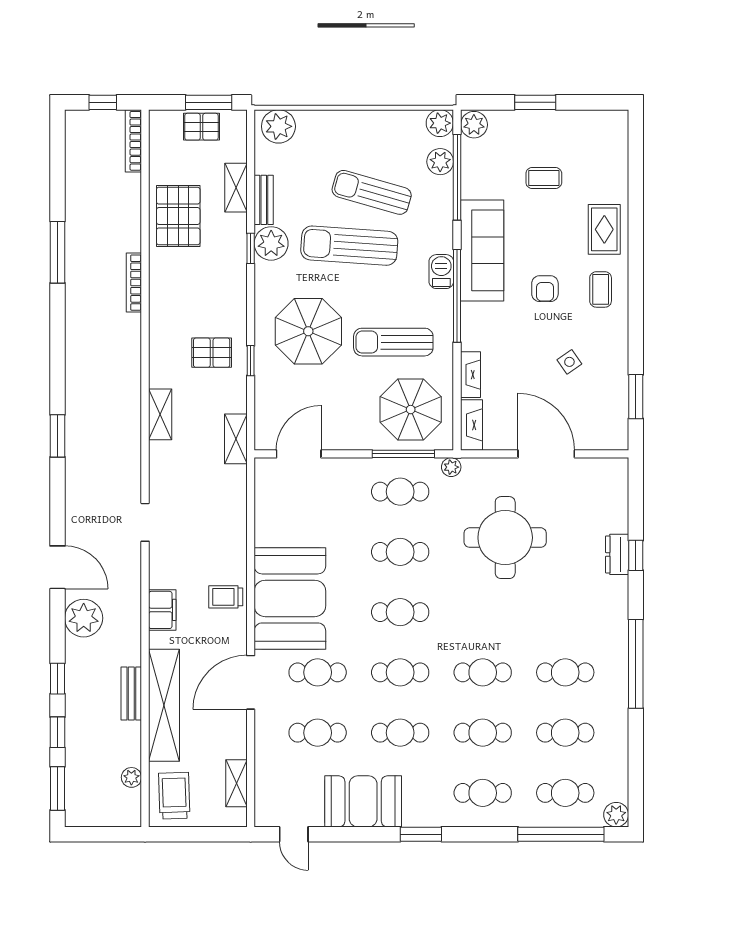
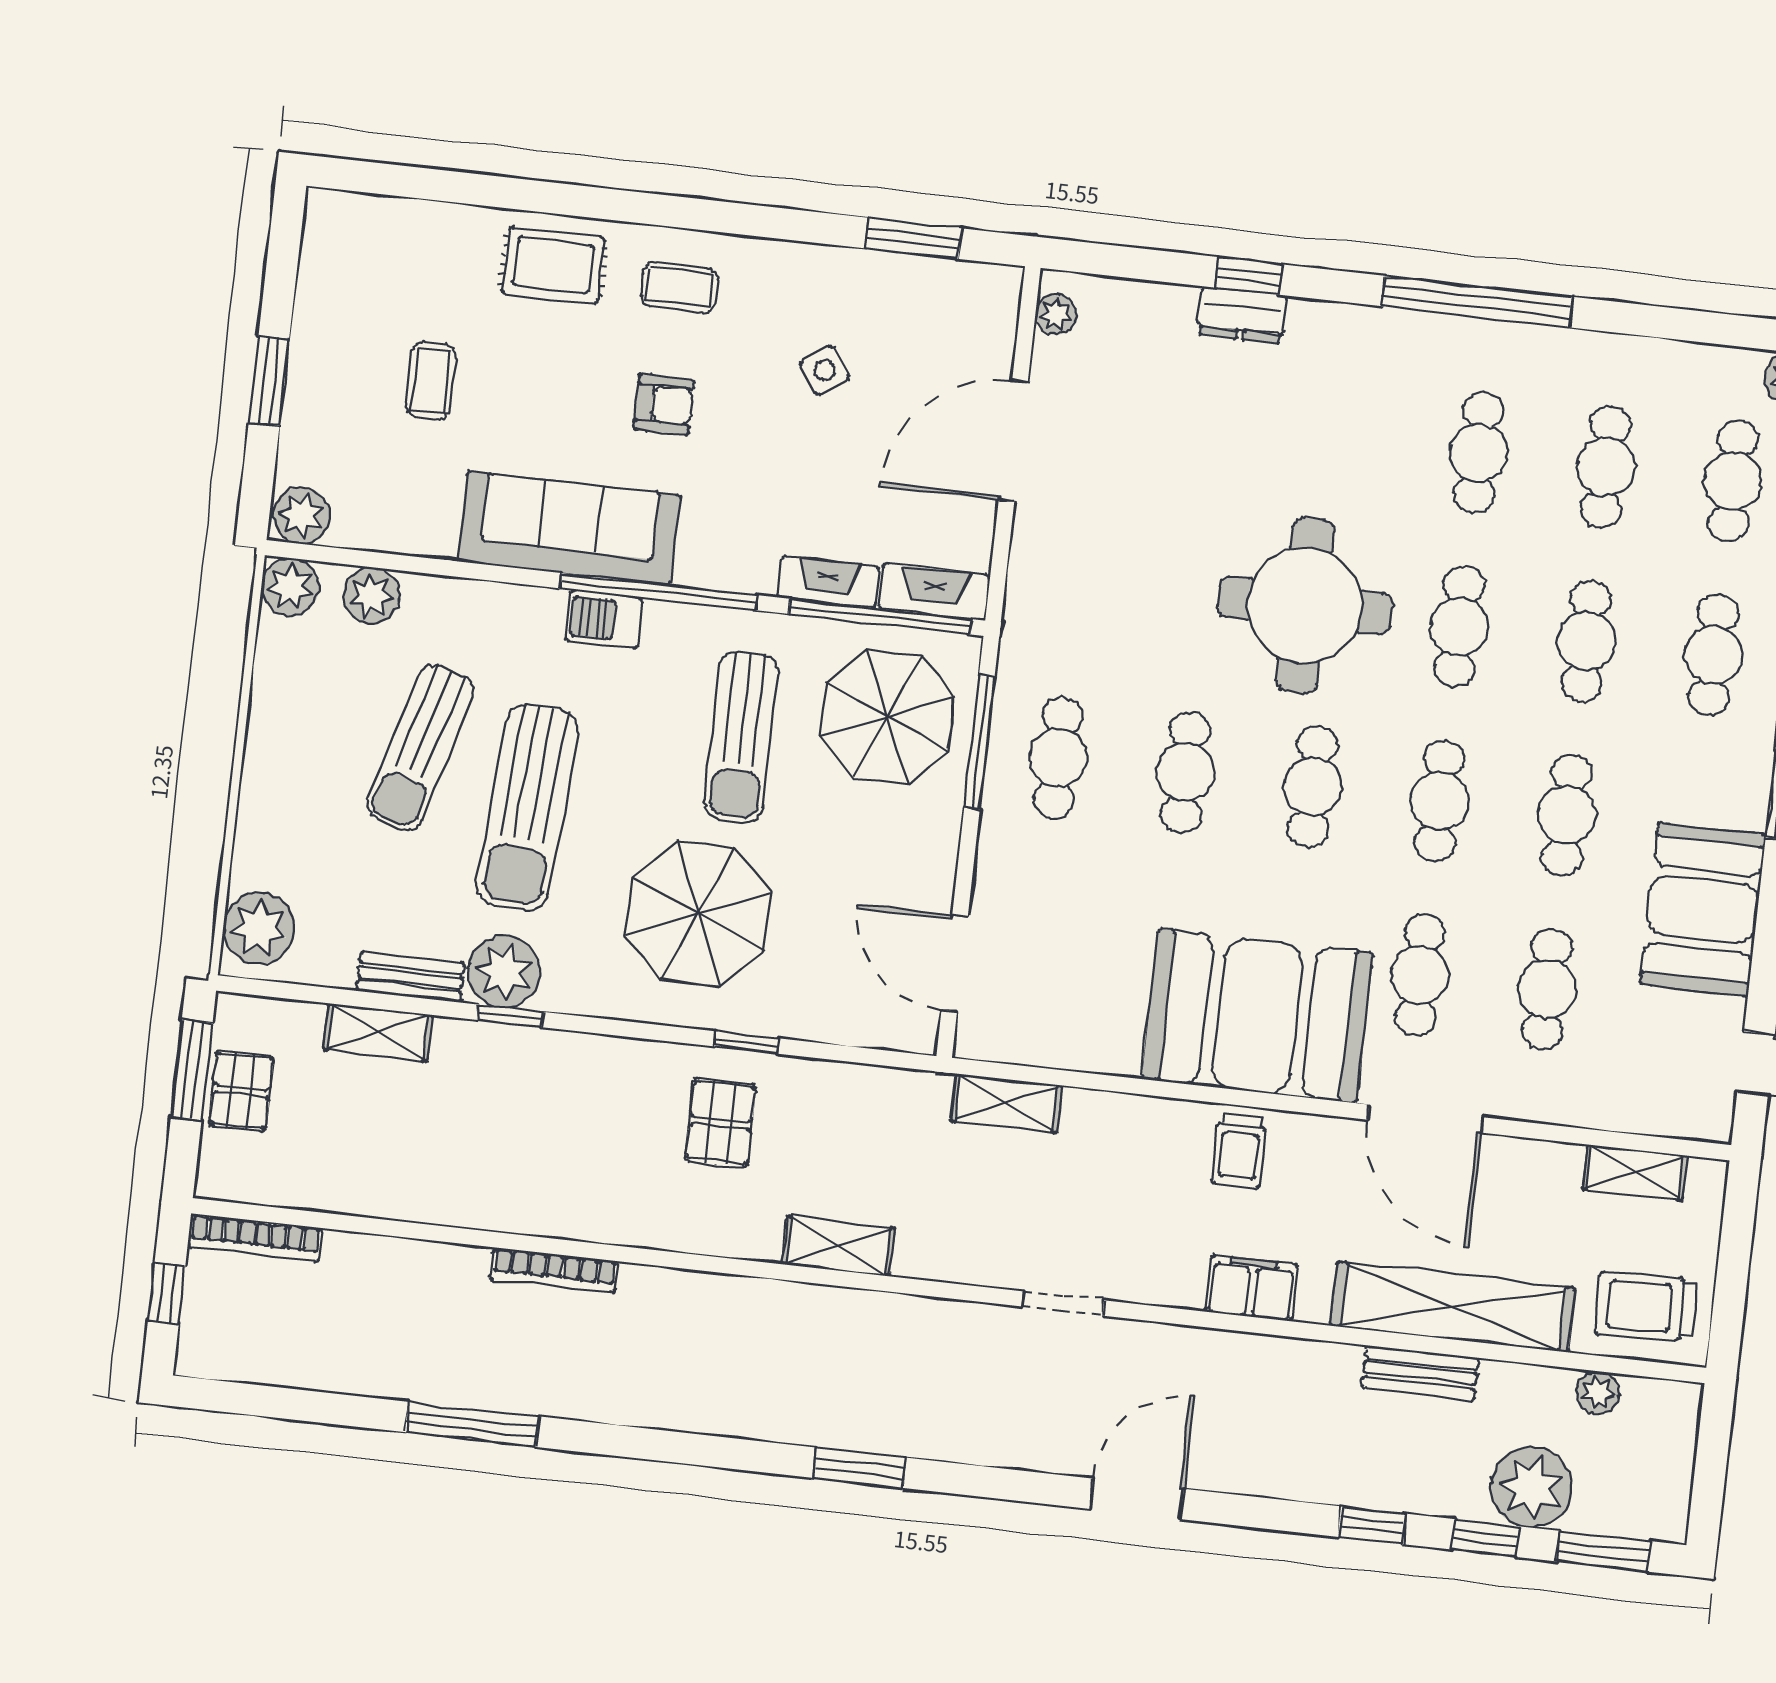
window: (457, 177) -> (880, 617), moved
pallet: (178, 216) -> (424, 1161), removed
shelving: (236, 439) -> (1006, 1103), moved
plant: (451, 467) -> (1056, 314), moved
round table: (505, 538) -> (1305, 606), moved
plant: (84, 618) -> (1531, 1487), moved

